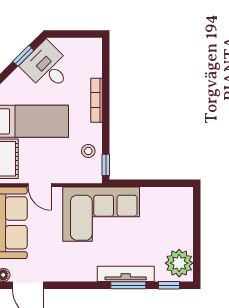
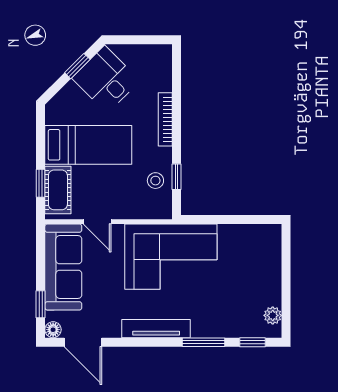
window: (106, 165) -> (176, 177), moved
plant: (179, 263) -> (273, 315), width x0.53, depth x0.53
tv unit: (126, 274) -> (156, 329), moved

